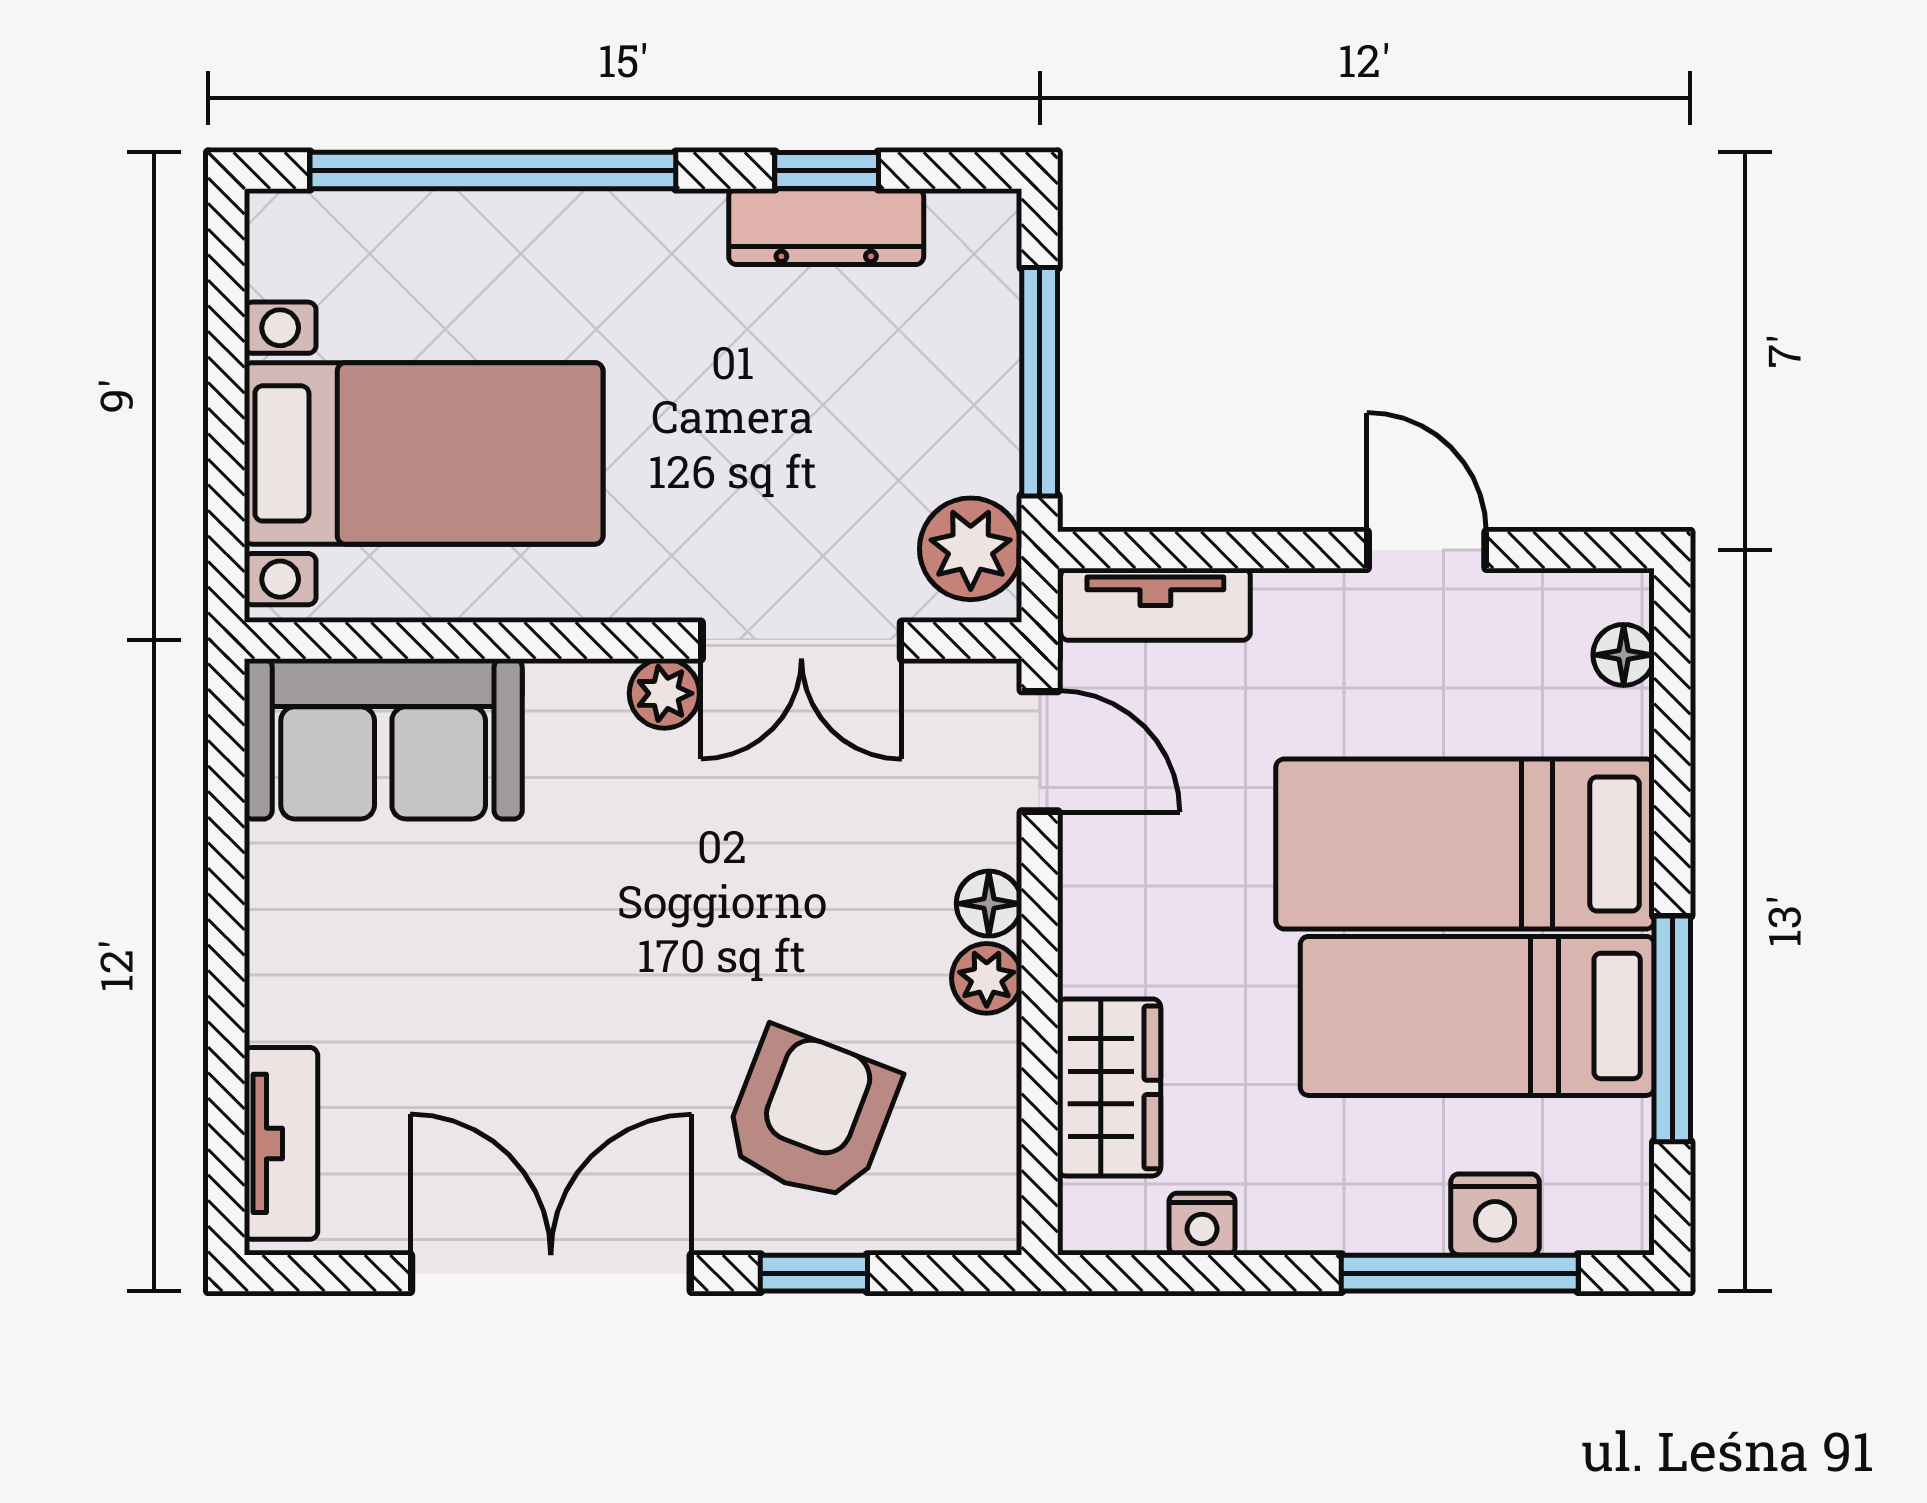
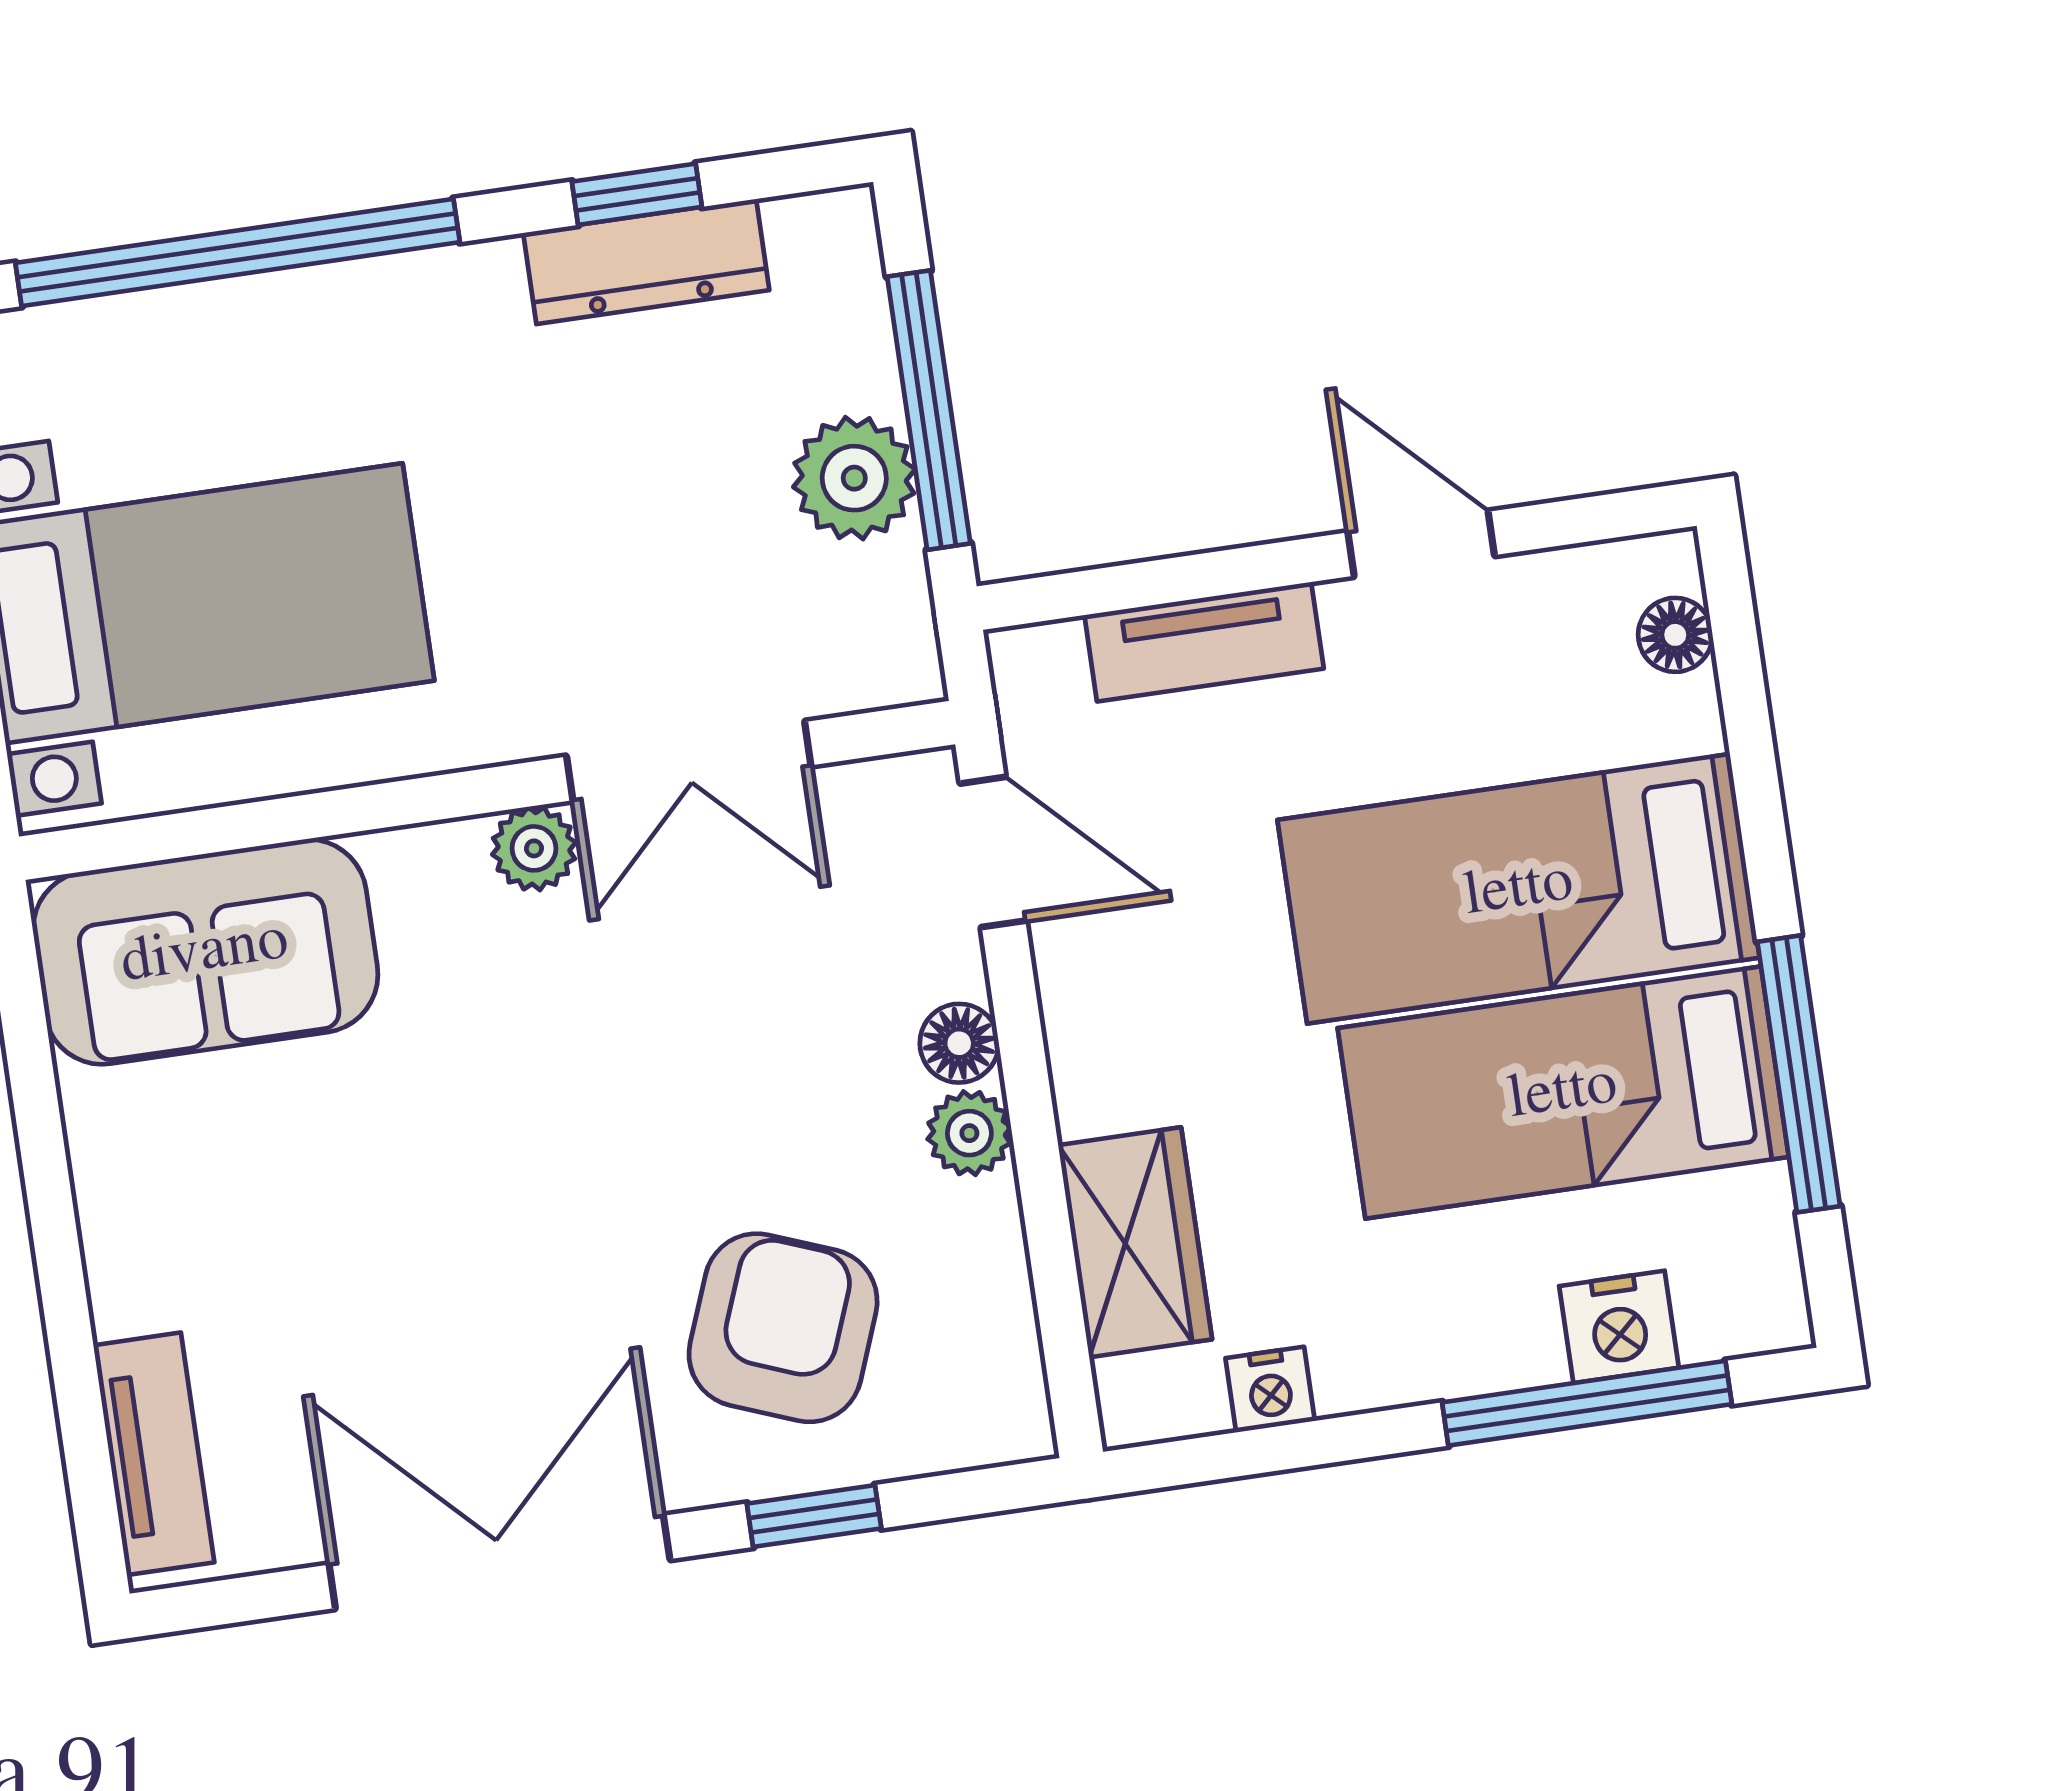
plant: (971, 549) -> (854, 478), moved
tv unit: (1155, 604) -> (1204, 642), moved

